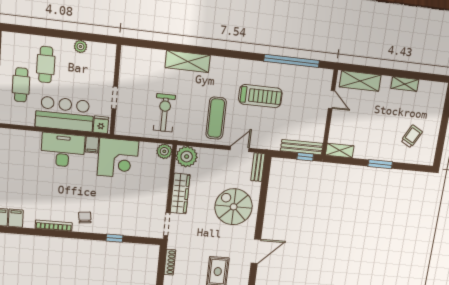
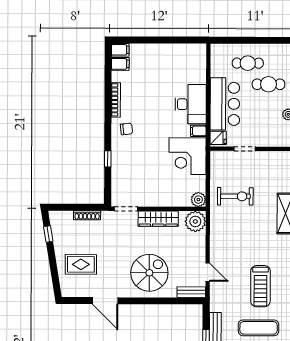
exercise mat: (216, 118) -> (259, 328), moved

